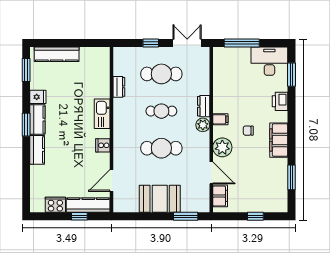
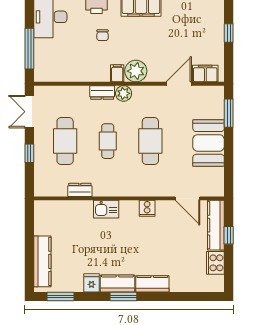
kitchen sink: (102, 114) -> (106, 209), width x0.73
chair: (248, 131) -> (103, 35), moved
plant: (222, 147) -> (136, 71), moved

